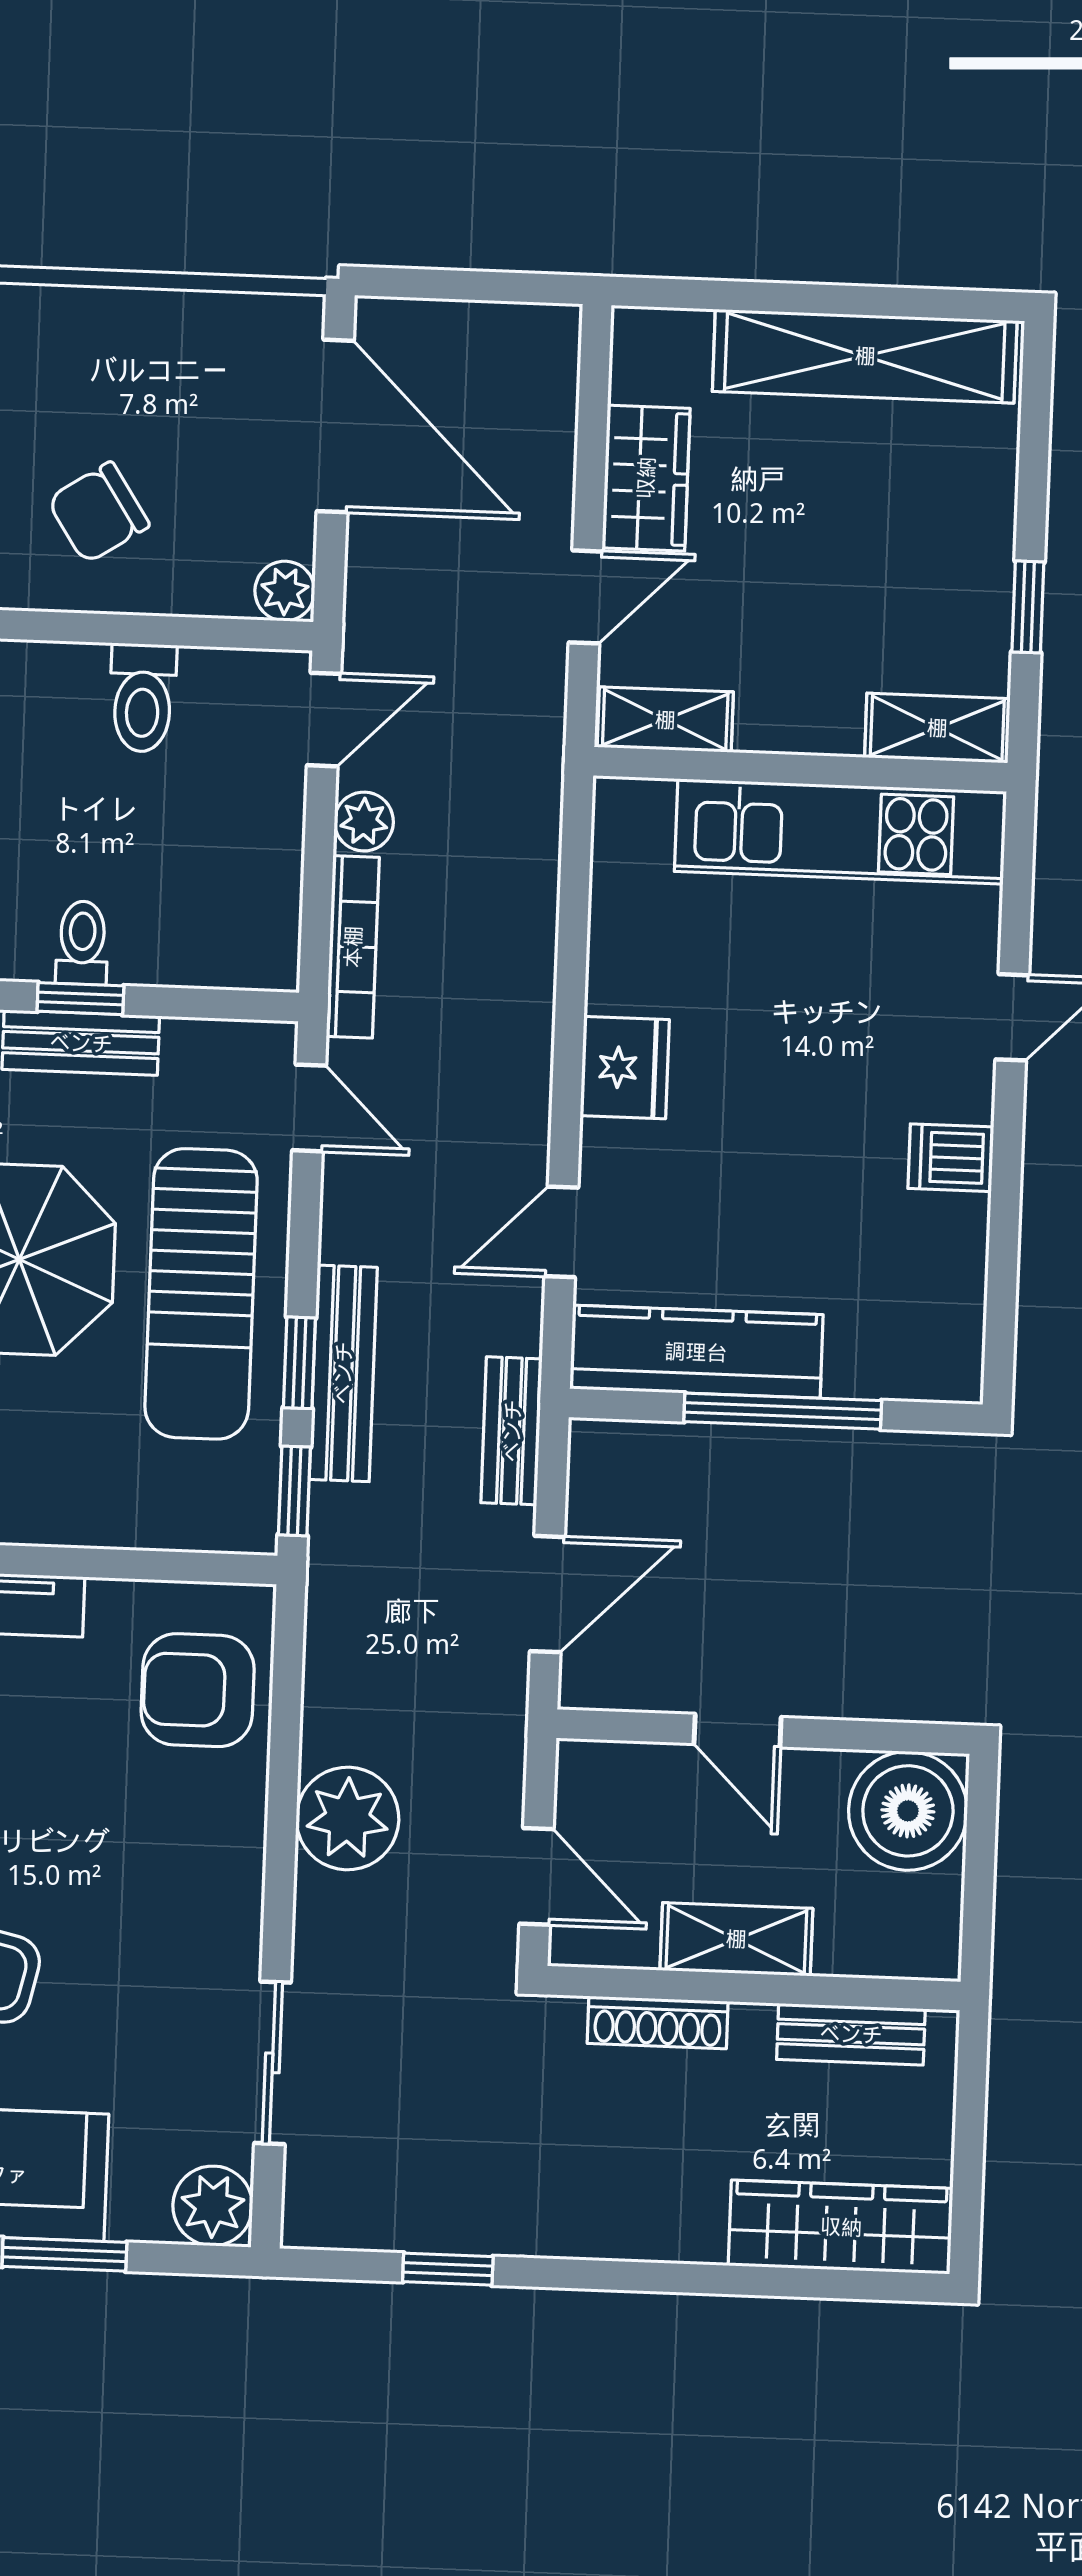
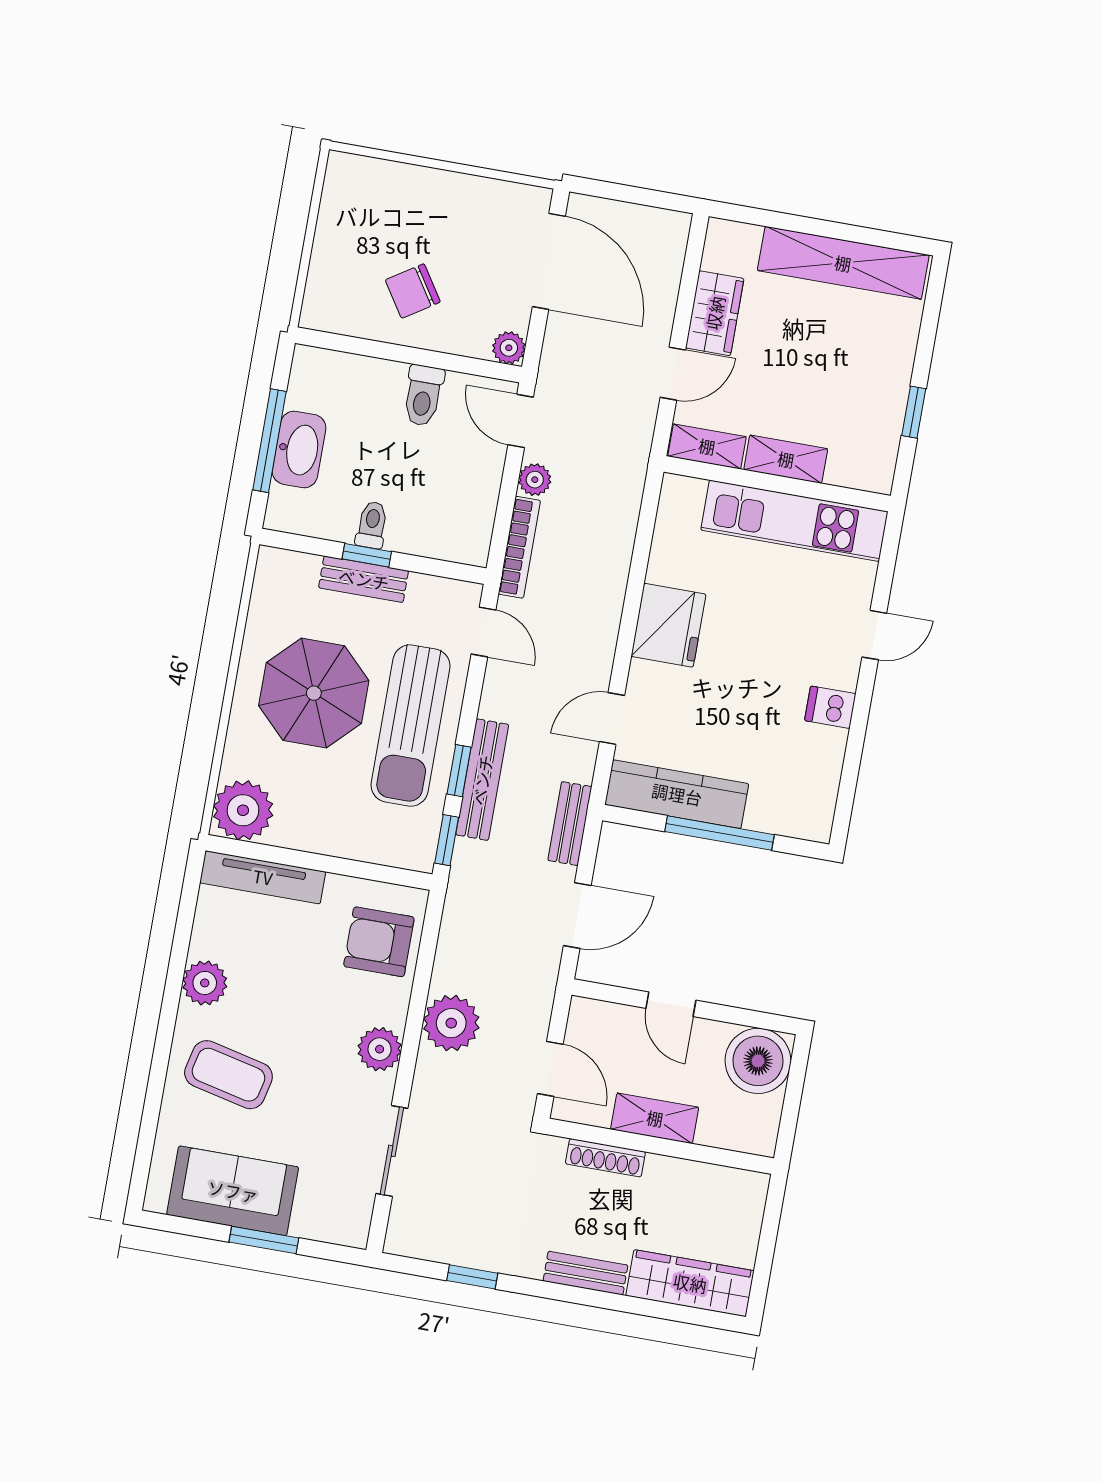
door: (324, 720) -> (521, 421), swing flipped
shelving: (937, 728) -> (786, 459), moved
fridge: (625, 1068) -> (668, 625), width x1.36, depth x1.34
bench: (851, 2034) -> (585, 1273), moved
plant: (213, 2206) -> (380, 1049), moved

